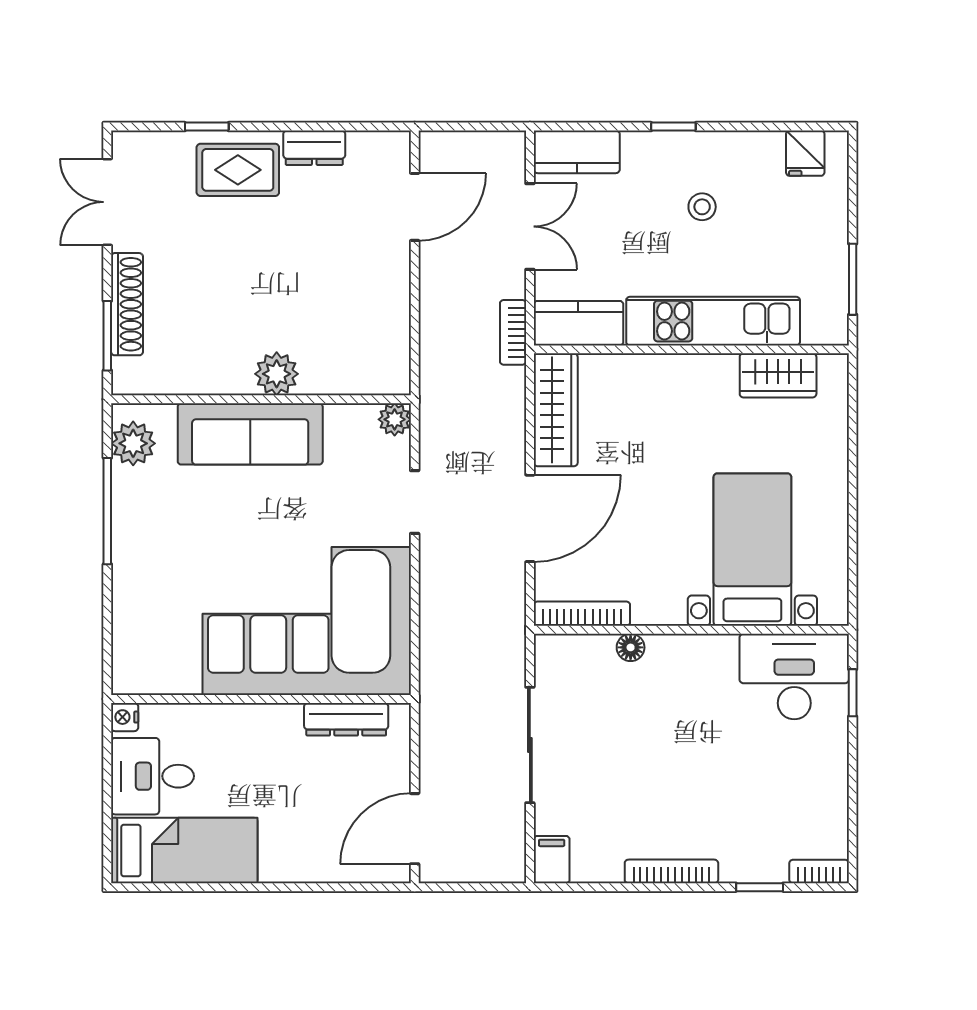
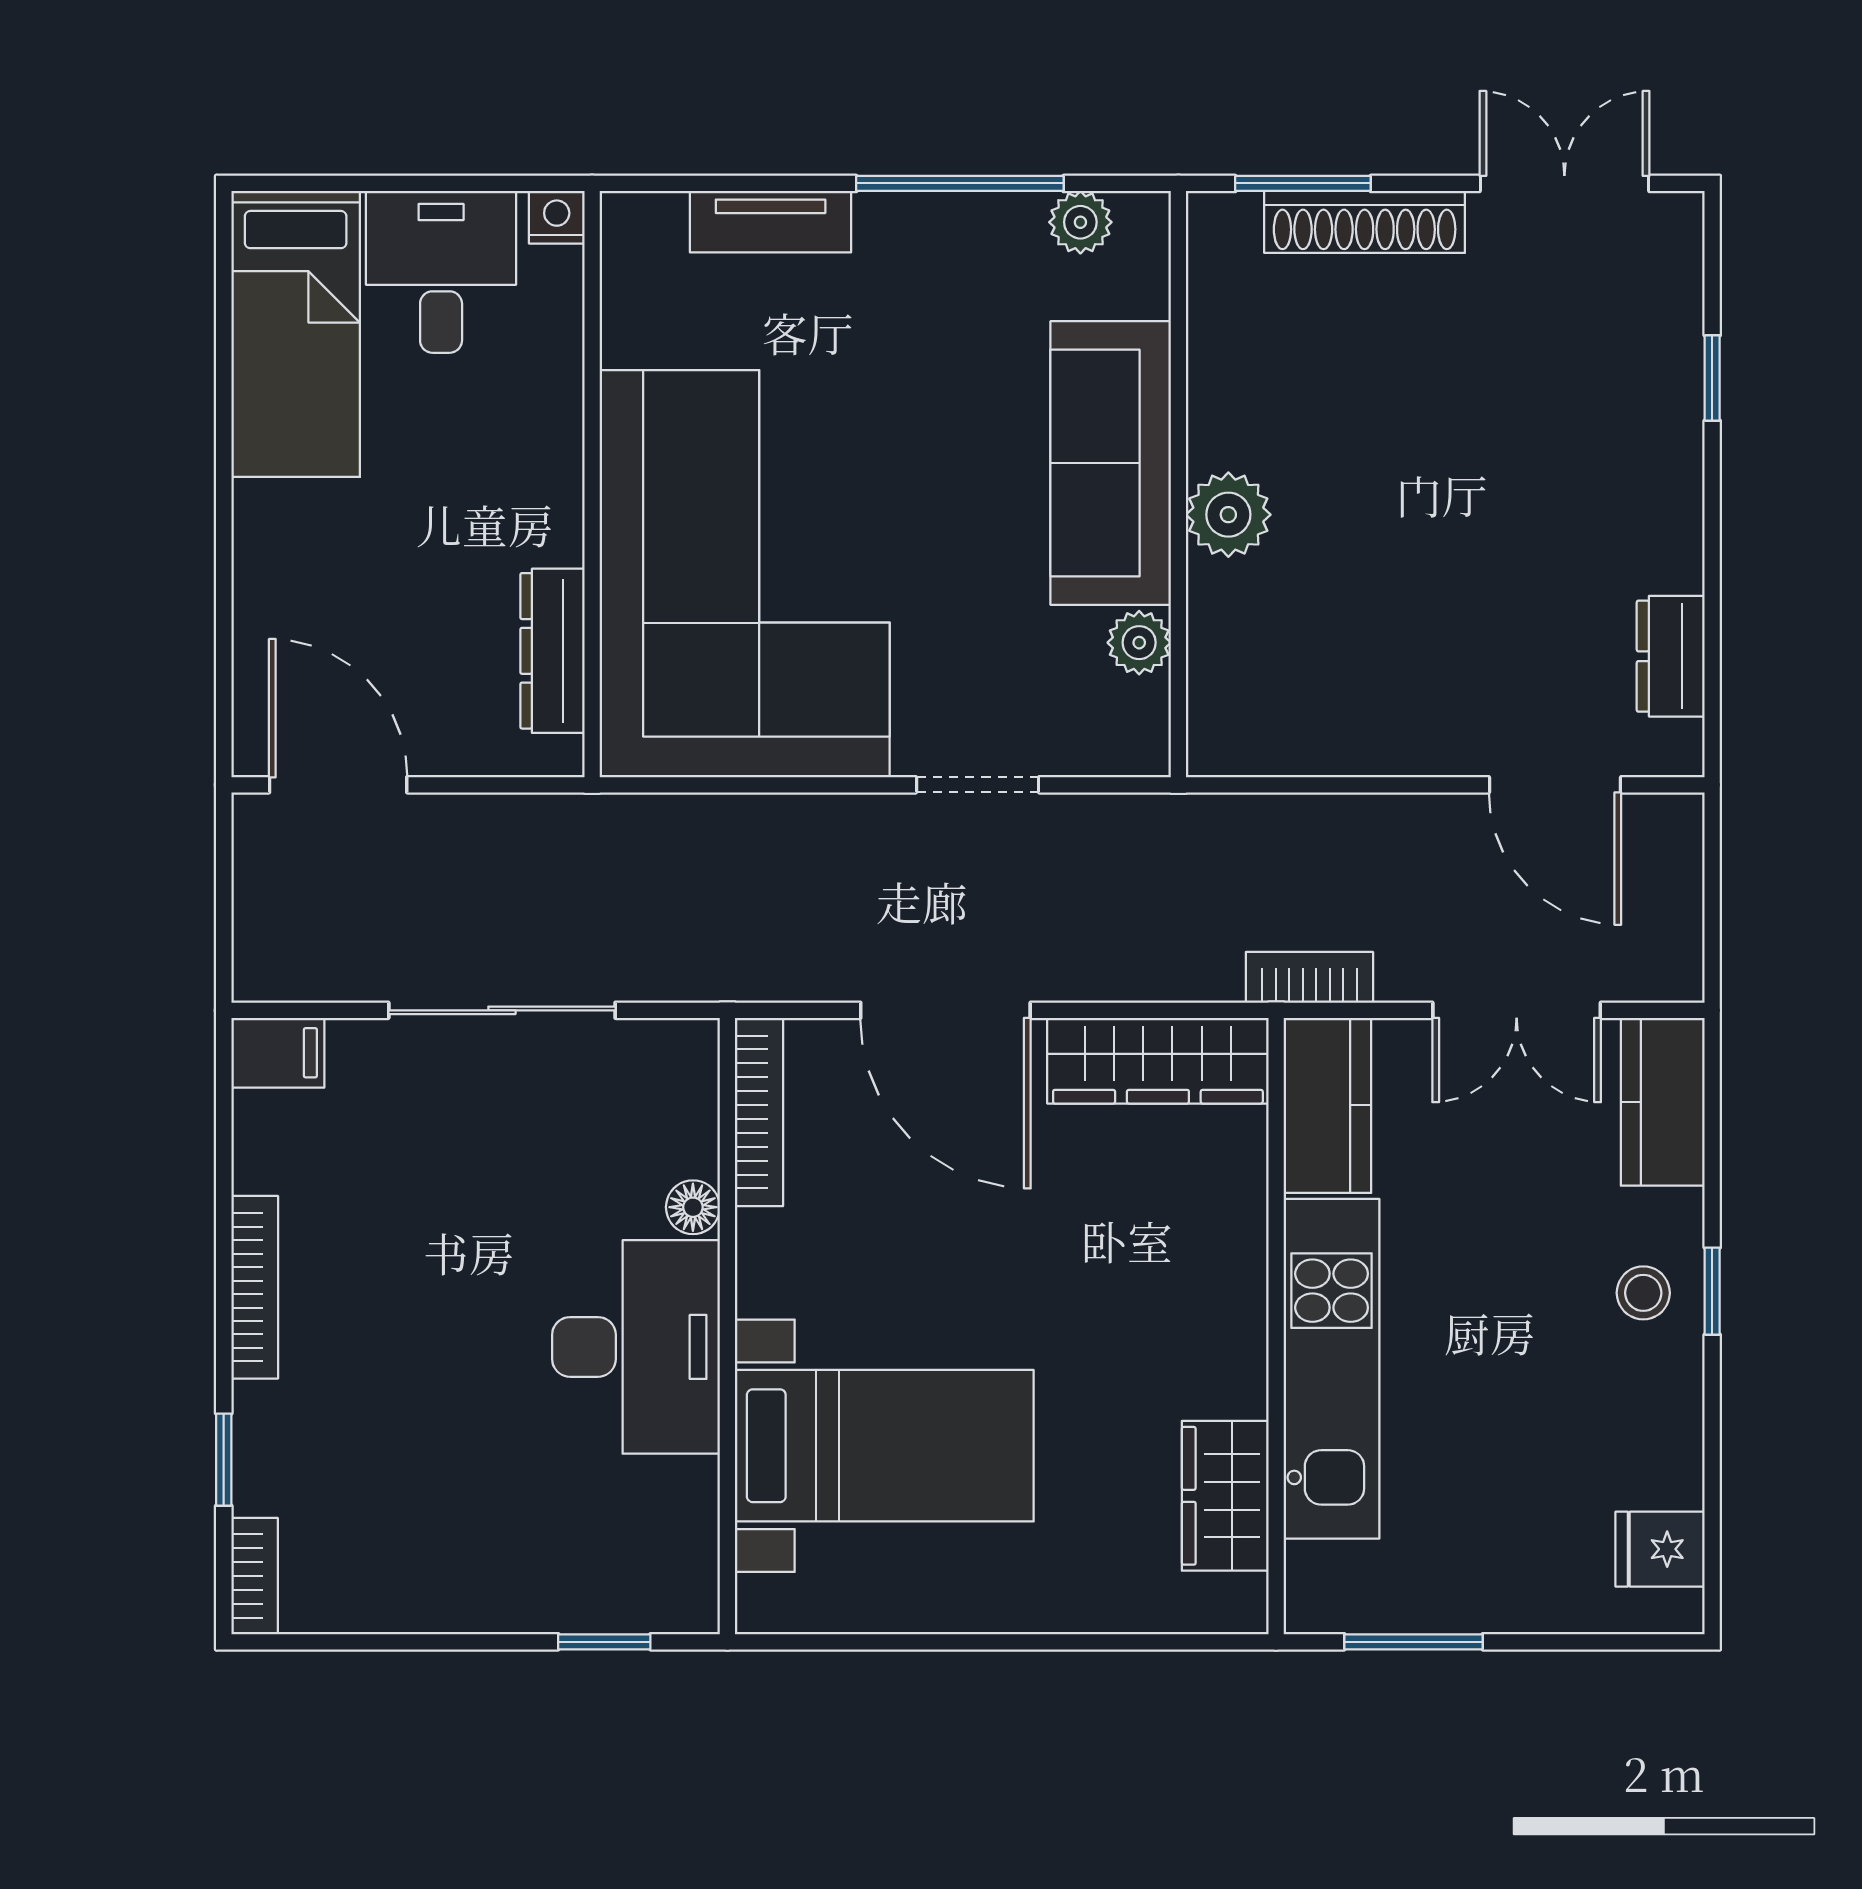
dresser: (314, 148) -> (1671, 656), moved
rug: (238, 170) -> (1627, 439), removed
stool: (702, 207) -> (1643, 1293), moved
plant: (395, 419) -> (1139, 643), moved
plant: (133, 443) -> (1080, 222), width x0.73, depth x0.73
tv unit: (127, 608) -> (771, 222), added
desk: (794, 677) -> (636, 1347), moved

